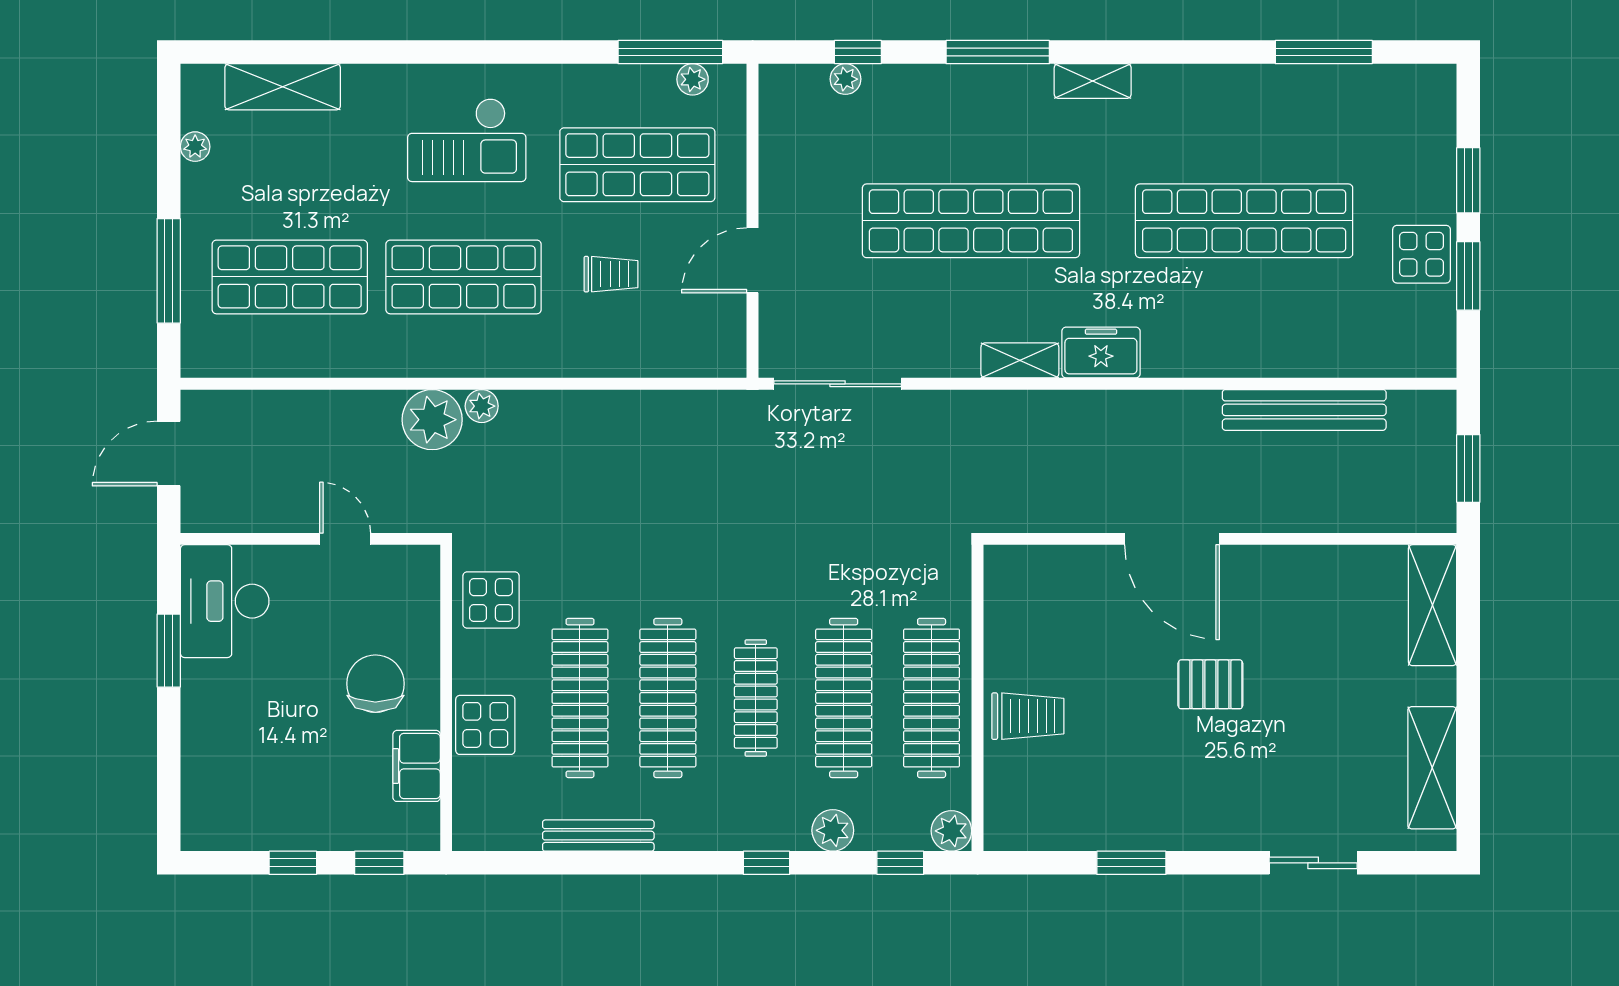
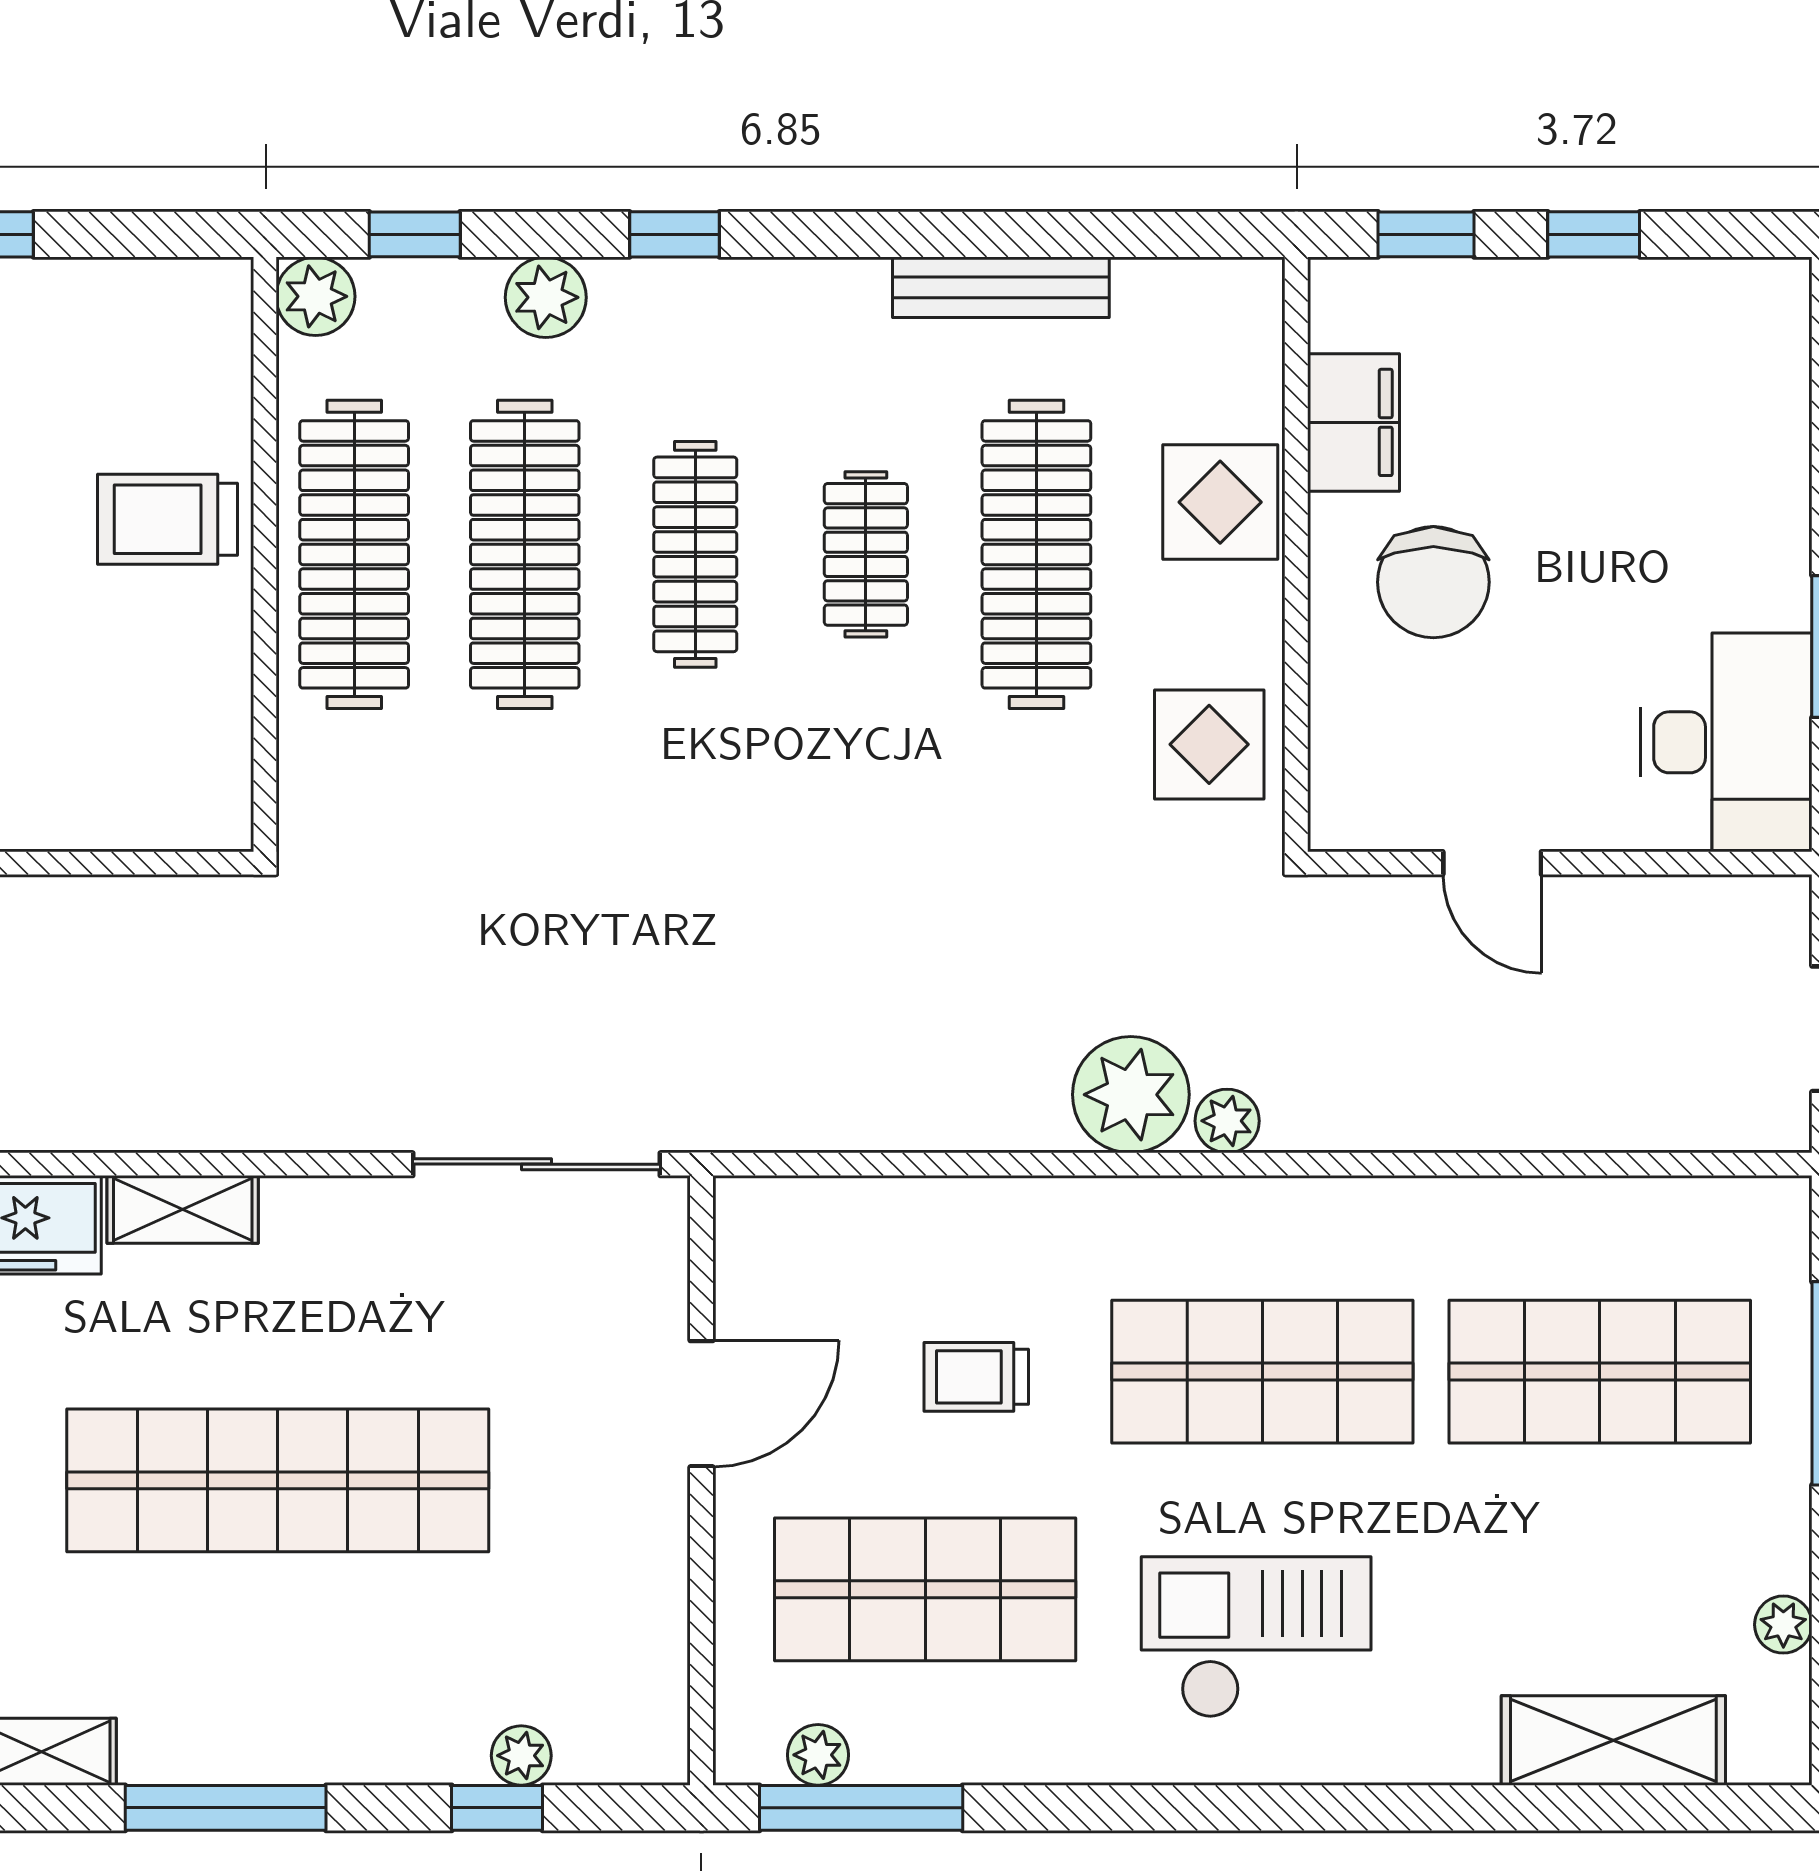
plant: (432, 420) -> (1131, 1095), moved
clothes rail: (668, 698) -> (866, 554), width x0.54, depth x0.76

